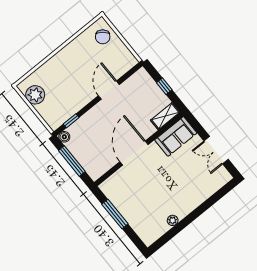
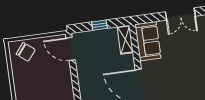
door: (109, 90) -> (71, 49), moved

